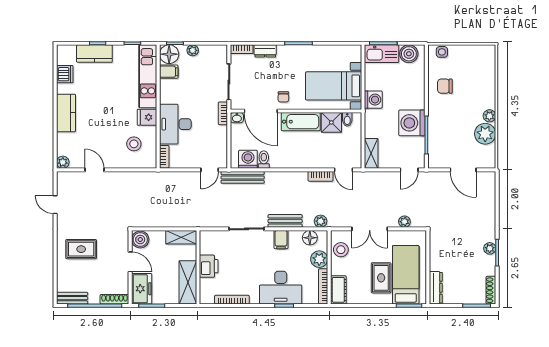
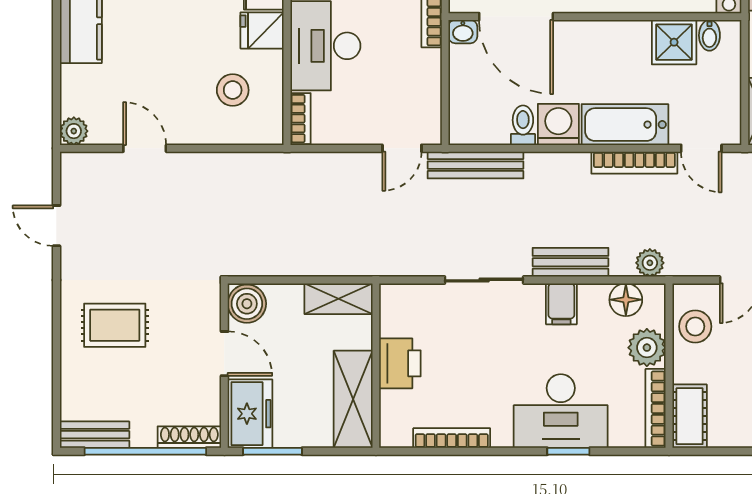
bathtub: (301, 122) -> (625, 125), moved, turned 180
washing machine: (248, 159) -> (558, 124), moved
bookcase: (321, 176) -> (634, 163), width x1.56

